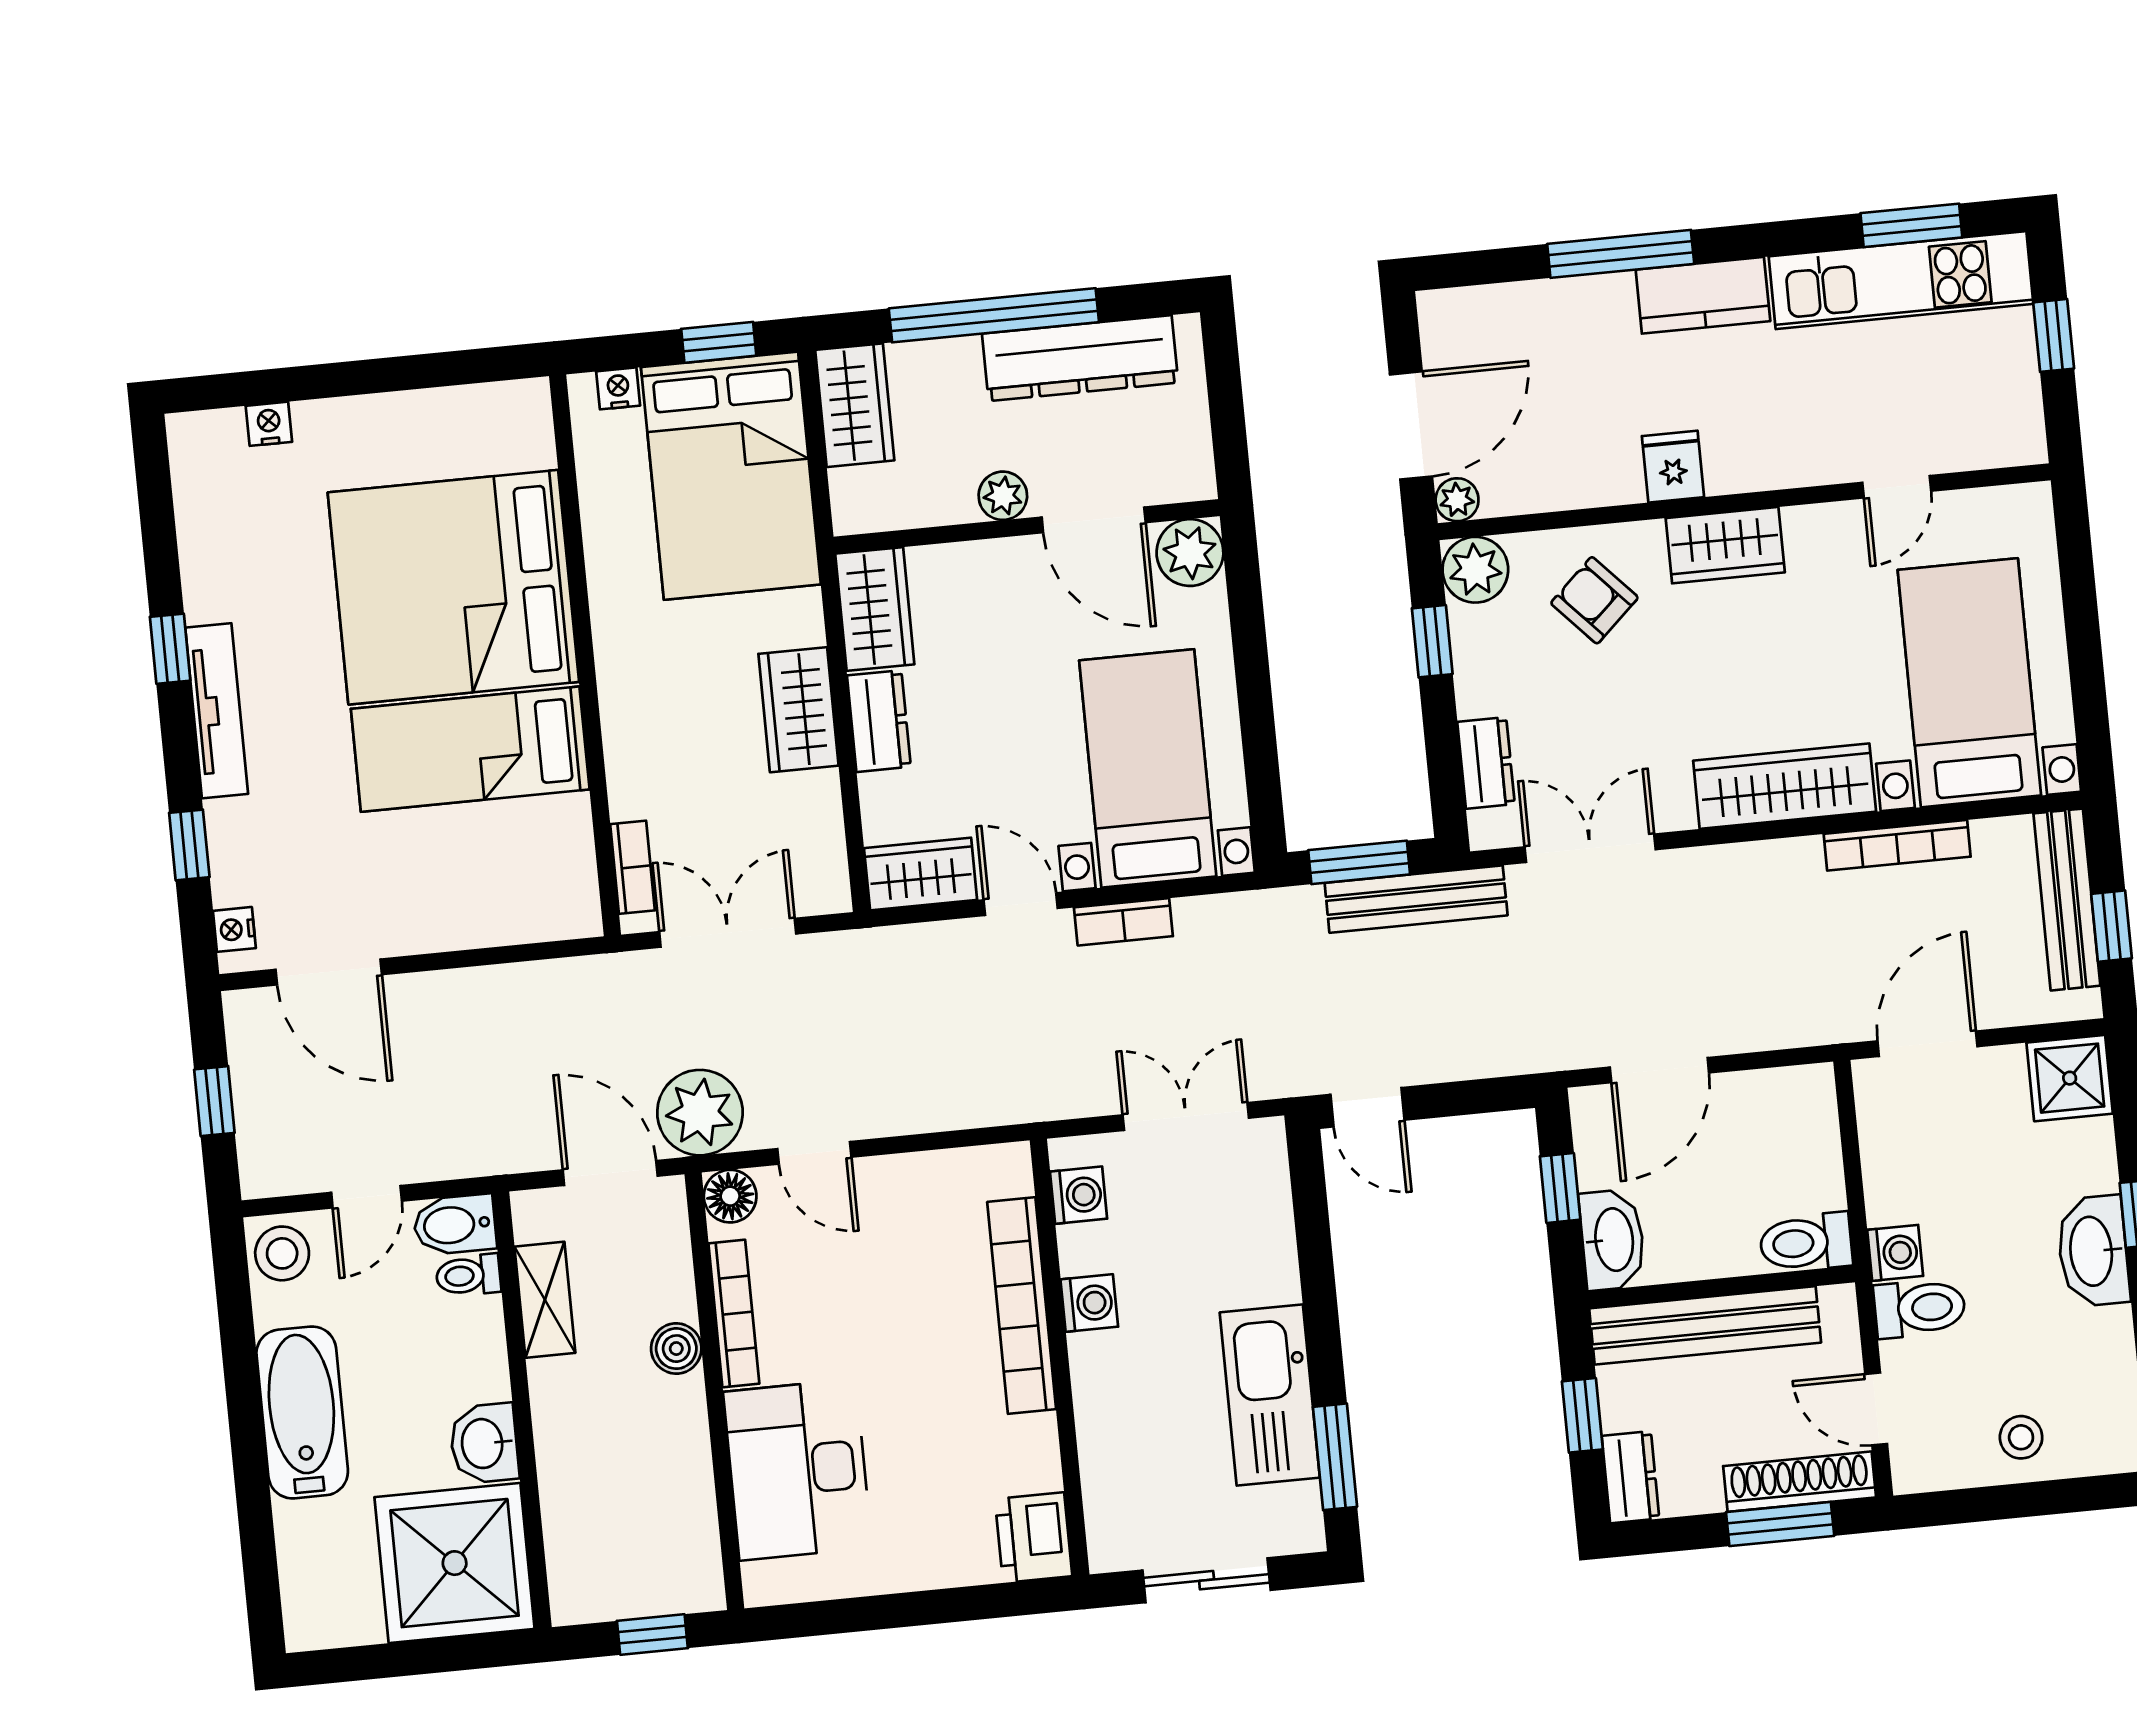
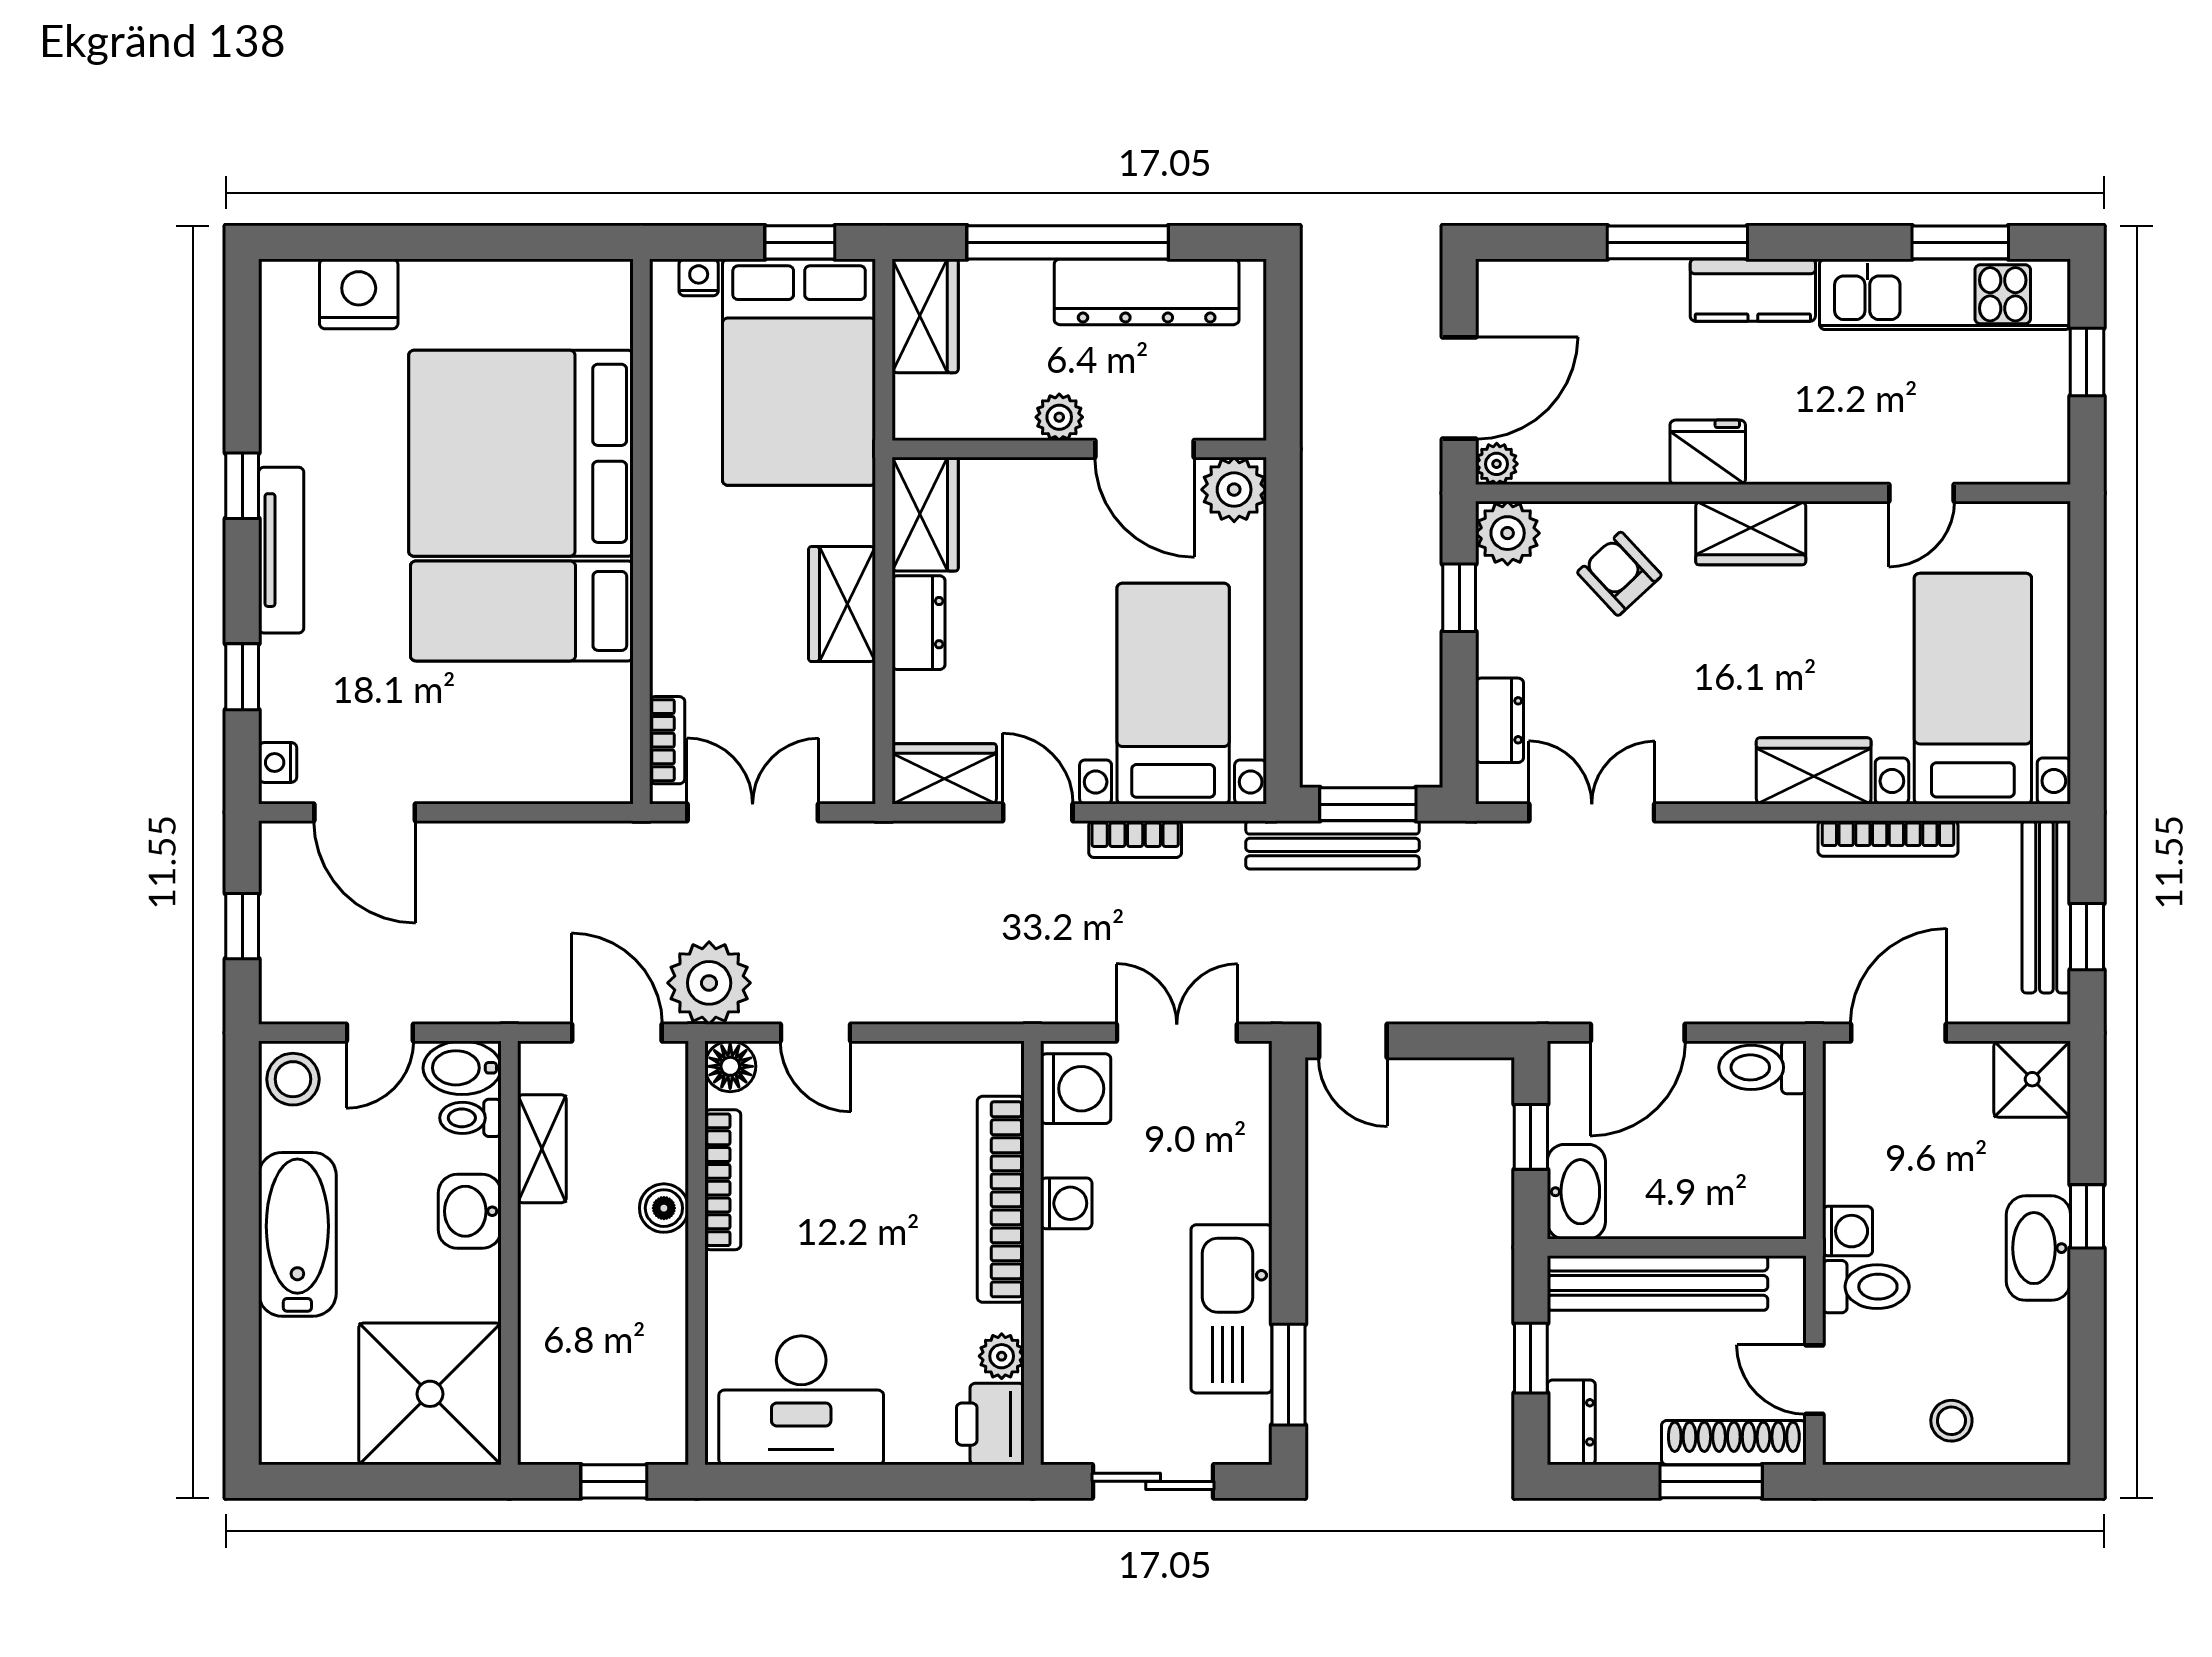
nightstand: (269, 424) -> (359, 294), width x1.89, depth x1.79
fridge: (1673, 467) -> (1708, 452), width x1.38
wardrobe: (1785, 786) -> (1814, 771), width x0.67
bench: (1416, 899) -> (1333, 845), moved
washing machine: (1079, 1195) -> (1076, 1089), width x1.38, depth x1.38
toilet: (1806, 1242) -> (1763, 1067), moved
washbasin: (484, 1443) -> (470, 1211), moved
plant: (1038, 1467) -> (1002, 1356), added
desk: (798, 1470) -> (801, 1400), moved, turned -90

